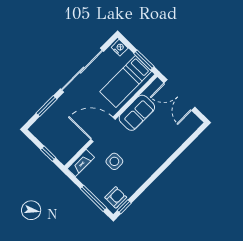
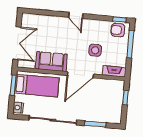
door: (103, 129) -> (80, 75), hinge flipped
door: (161, 170) -> (76, 15), added

